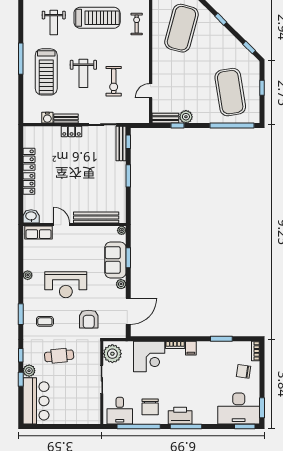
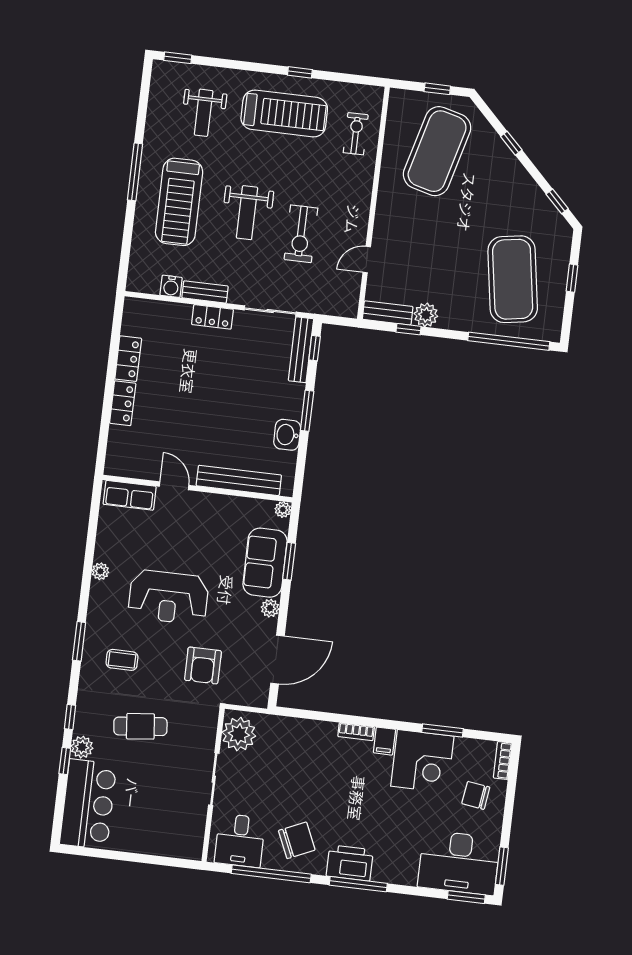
washbasin: (31, 216) -> (287, 435), moved, turned -90
corner desk: (149, 356) -> (422, 761), moved
chair: (150, 407) -> (297, 840), turned -114

